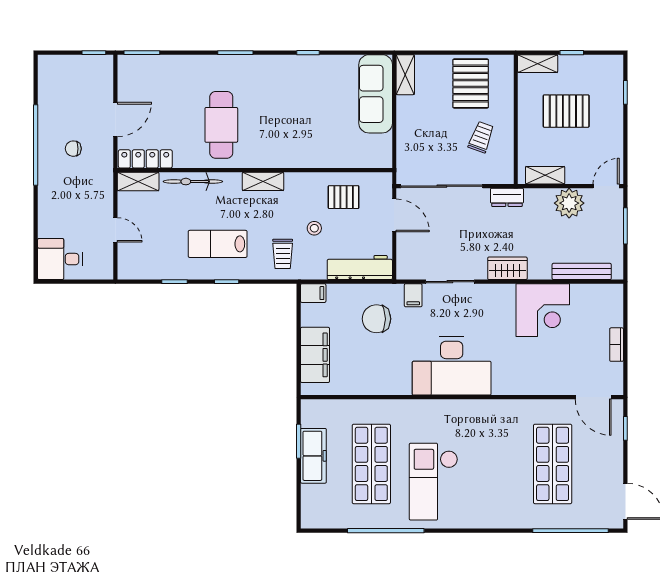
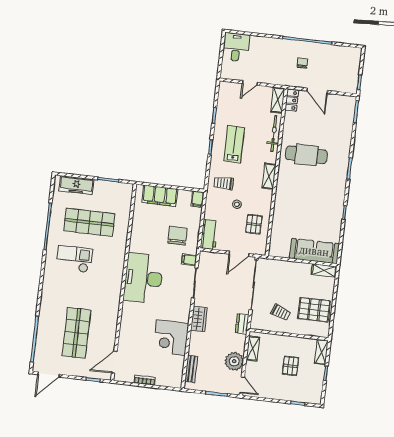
pallet: (566, 111) -> (291, 366), width x0.67, depth x0.71
locker: (145, 159) -> (292, 100), width x0.66
workbench: (360, 268) -> (209, 235), width x0.73
bench: (582, 271) -> (191, 369), width x0.73
freezer: (313, 456) -> (76, 185), moved
shop shelf: (553, 464) -> (77, 333), turned 90
checkout: (434, 482) -> (74, 259), width x0.73, depth x0.83

